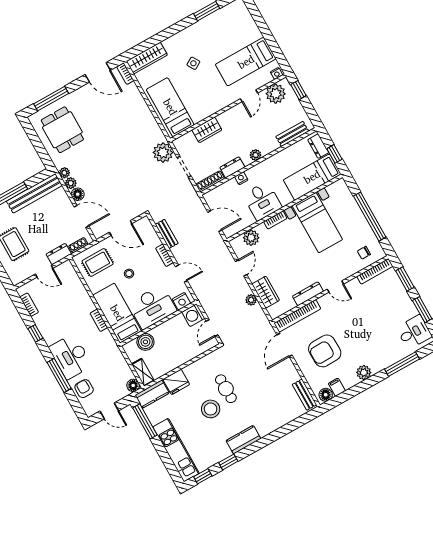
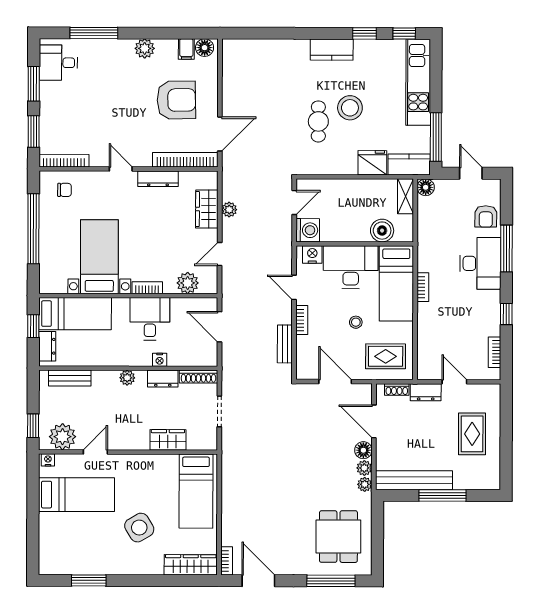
side table: (193, 63) -> (139, 528), width x1.87, depth x1.87
plant: (163, 153) -> (235, 442), removed
bench: (304, 395) -> (230, 62), removed

